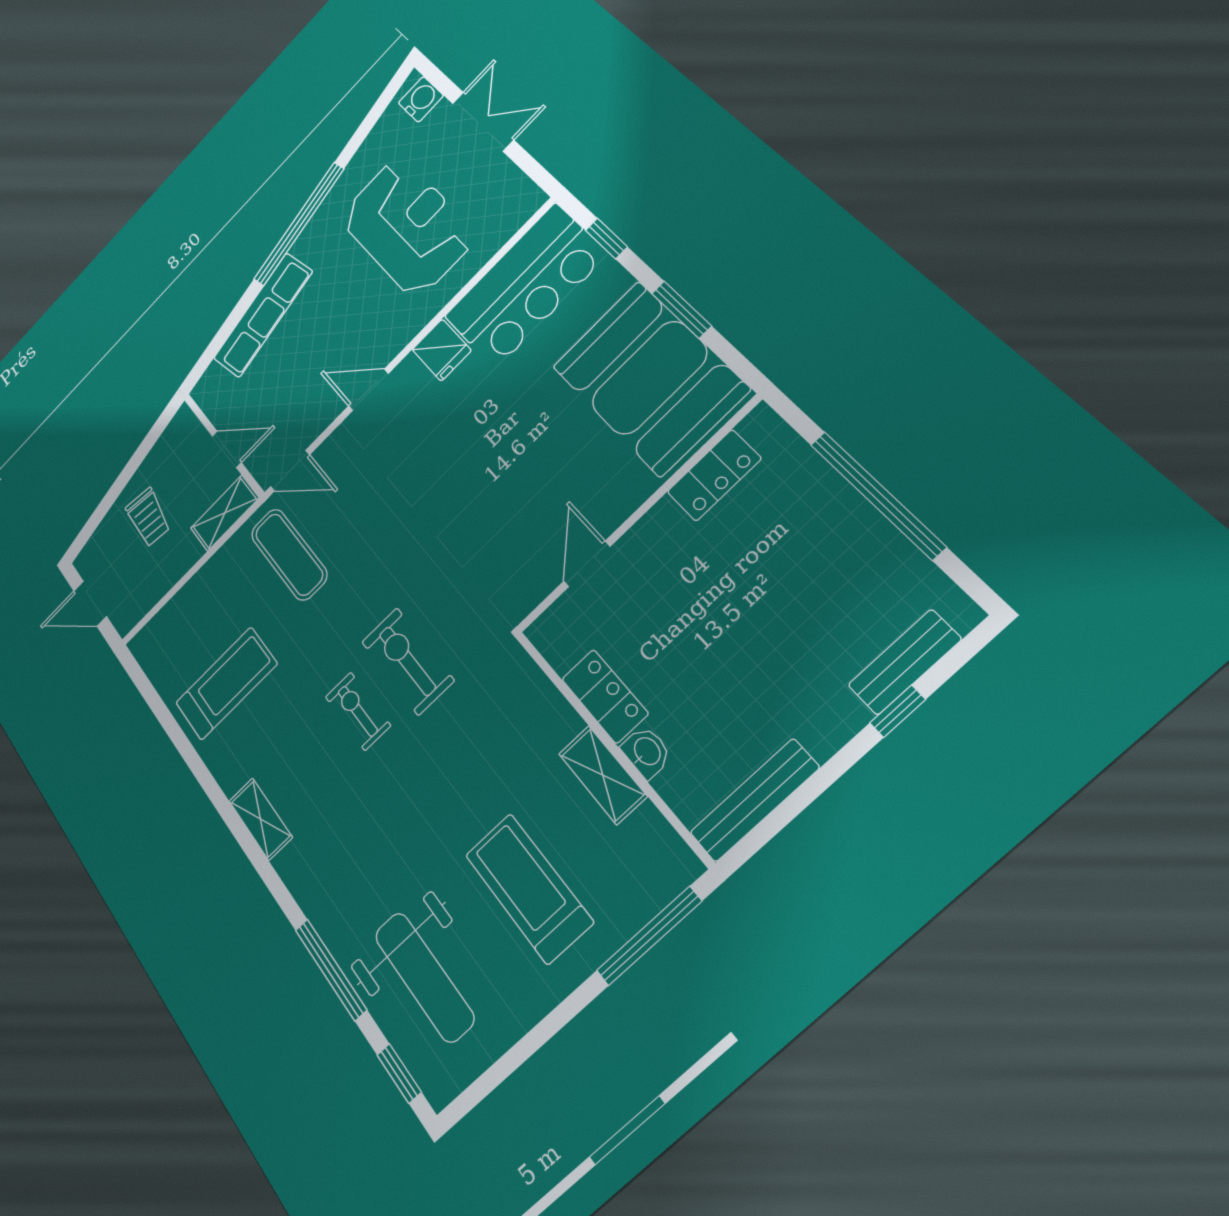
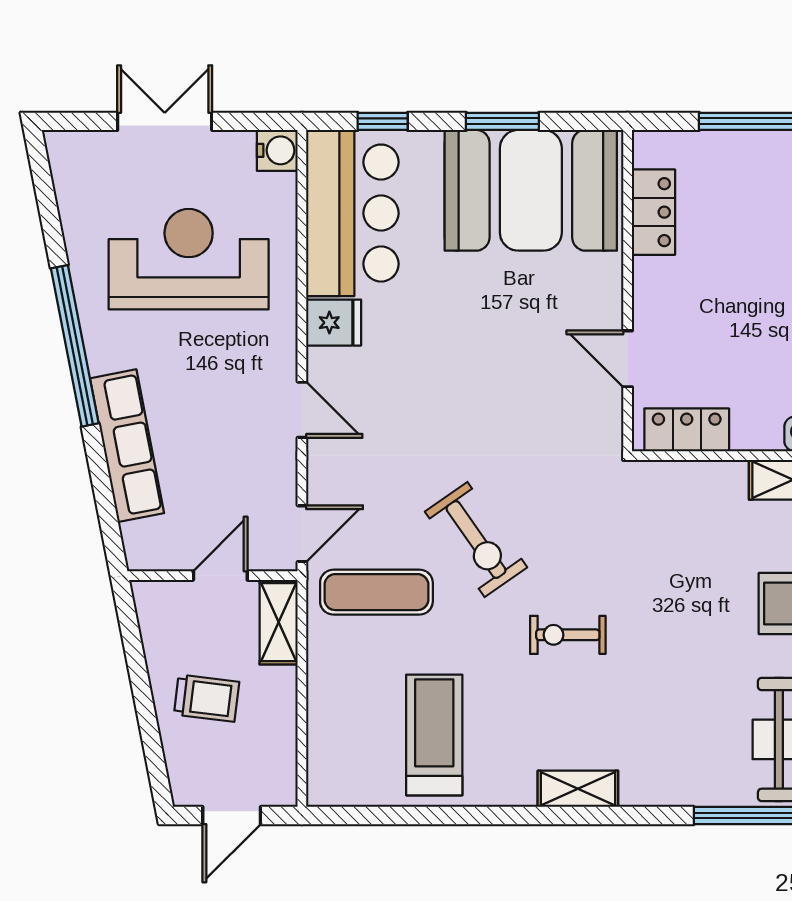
water cooler: (421, 99) -> (277, 150), moved, turned 90
door: (368, 390) -> (302, 410), swing flipped
exercise bike: (407, 661) -> (476, 539), moved, turned -125
locker: (605, 696) -> (687, 430), moved

